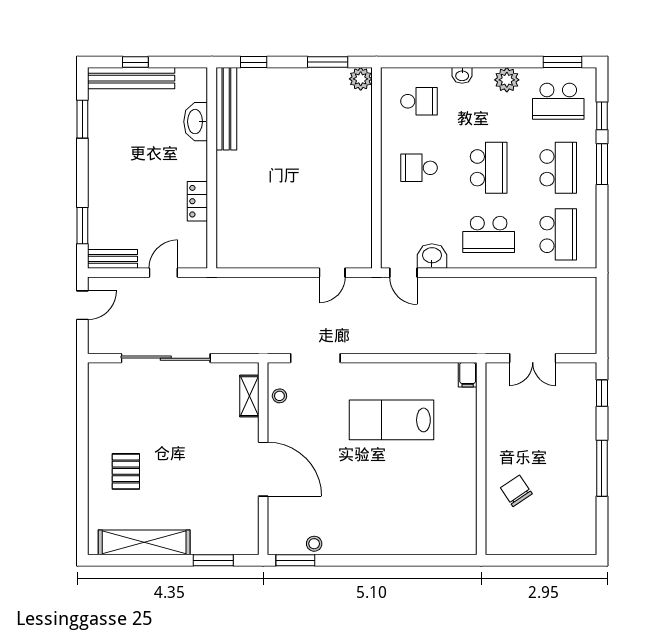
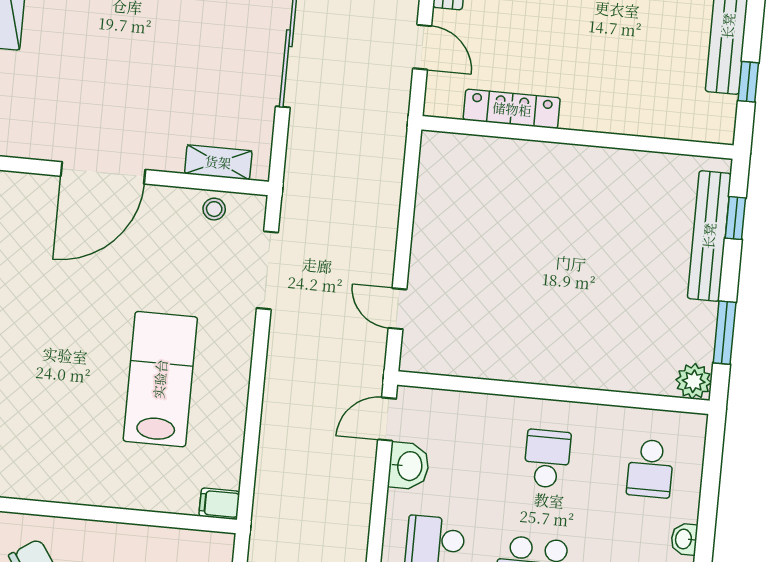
window: (135, 62) -> (748, 82), moved
bench: (226, 109) -> (709, 236), moved, turned 90
washbasin: (196, 122) -> (652, 119), removed
locker: (197, 201) -> (512, 109), width x1.53

